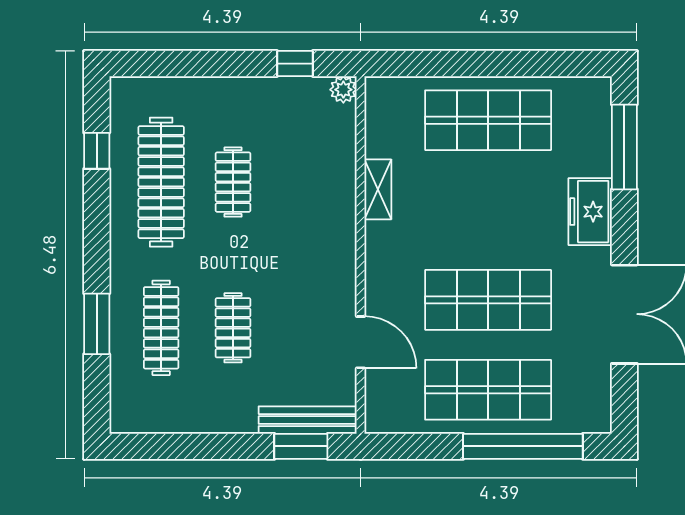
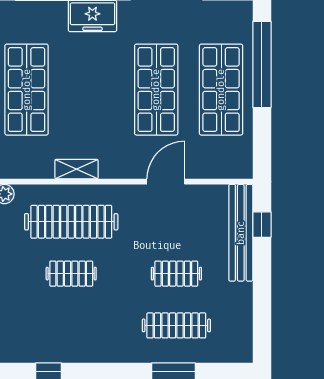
clothes rail: (161, 182) -> (71, 222), moved
door: (361, 342) -> (166, 182), moved
bench: (308, 420) -> (241, 233), width x1.37, depth x1.21
window: (301, 446) -> (262, 225), width x0.67

